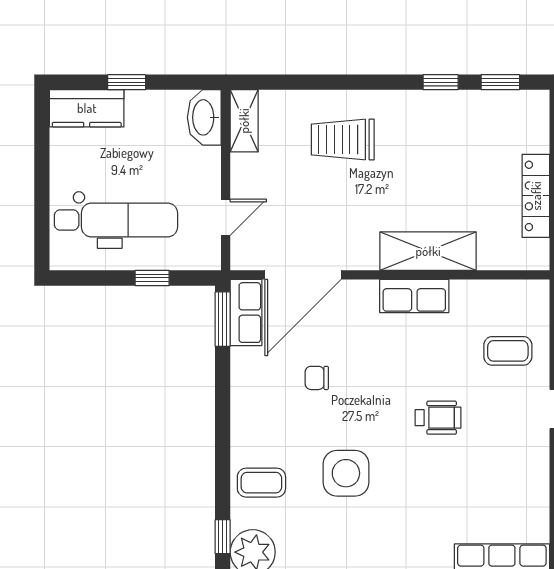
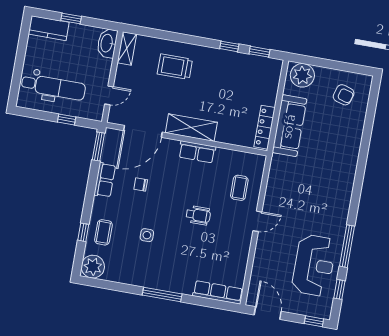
locker: (536, 196) -> (265, 127), moved
shelving: (428, 251) -> (191, 128), moved
row of seats: (246, 313) -> (105, 180), moved
coffee table: (508, 351) -> (239, 188), turned 90
side table: (346, 473) -> (147, 235), width x0.54, depth x0.54
coffee table: (261, 483) -> (103, 232), turned 90
window: (223, 537) -> (83, 232), moved

